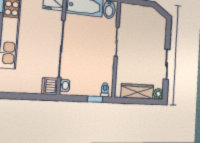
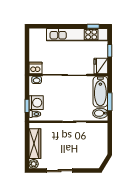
washing machine: (92, 88) -> (36, 103), added

